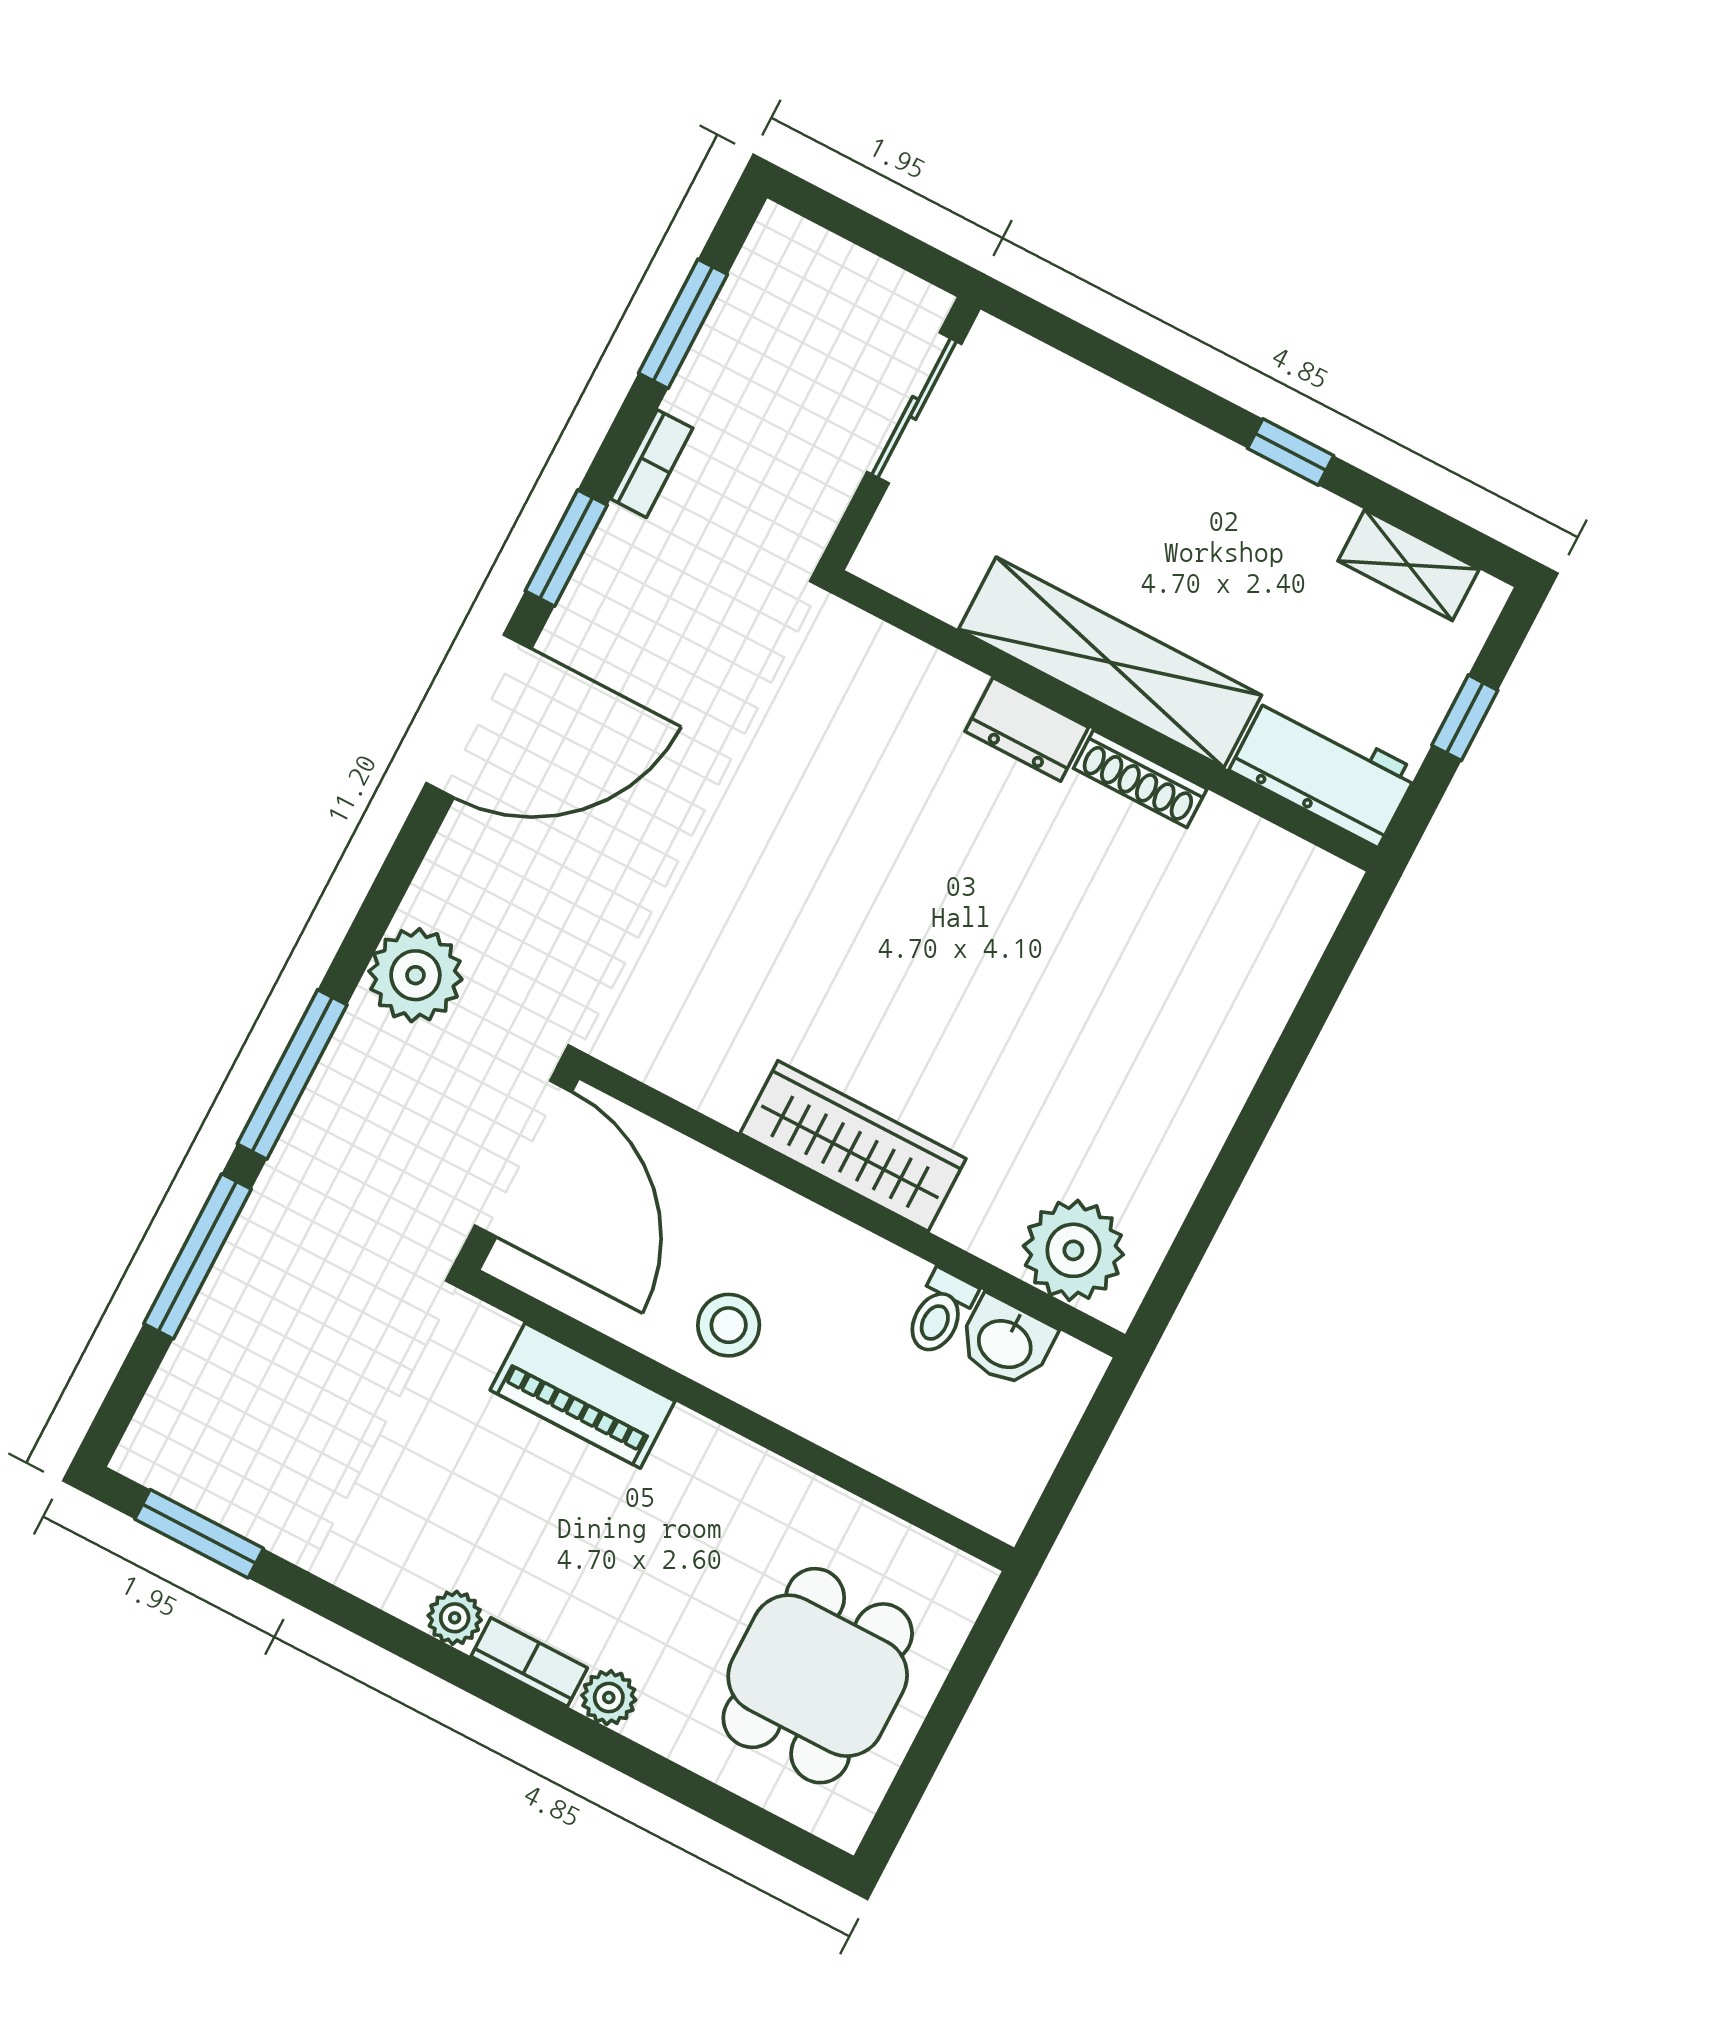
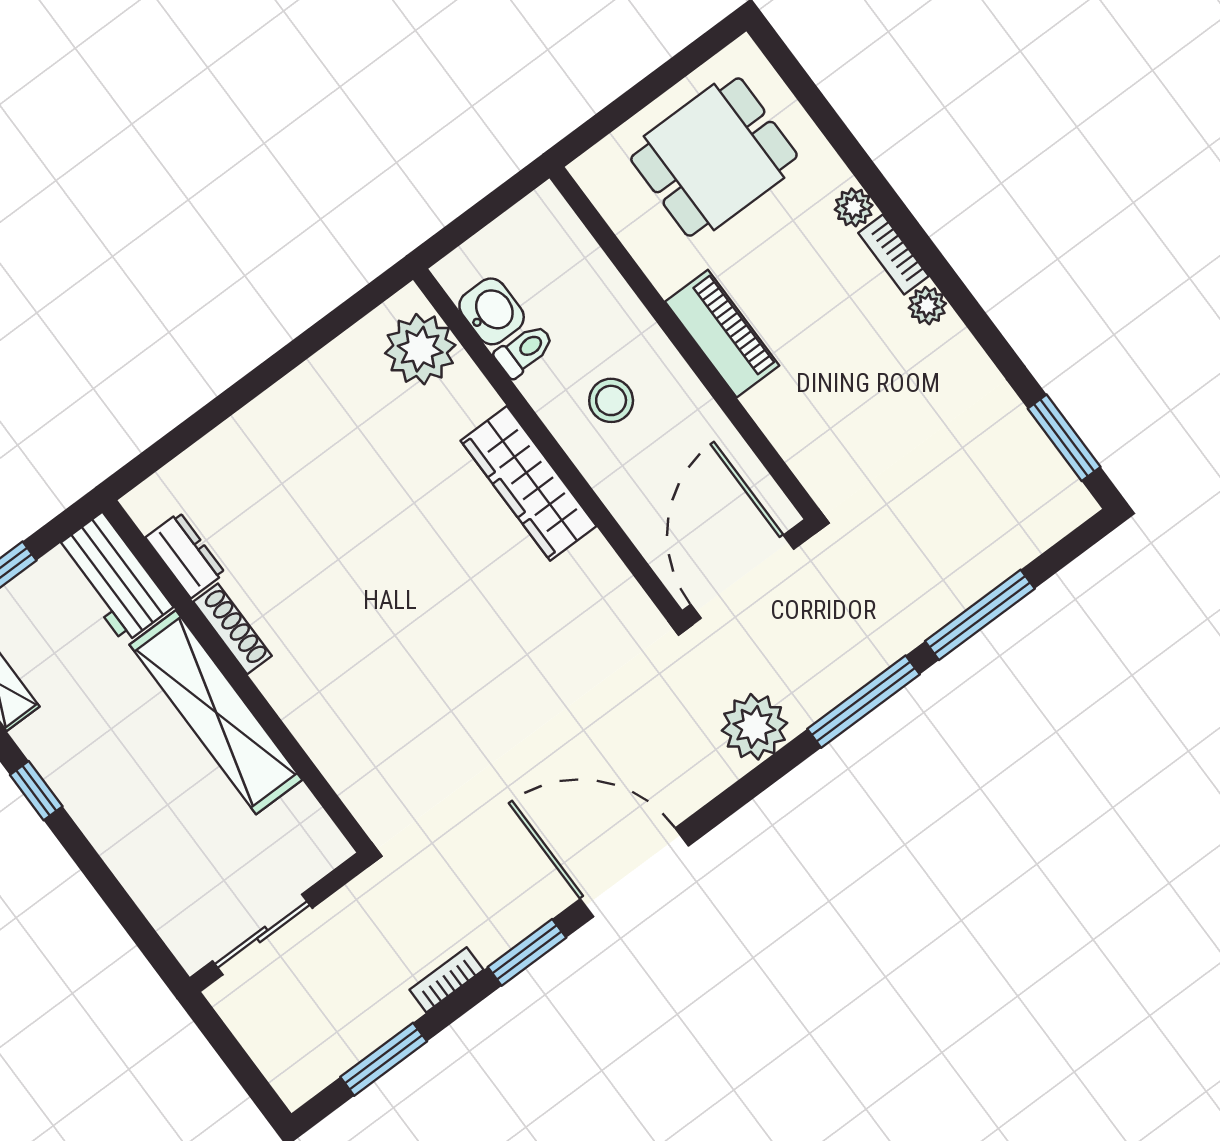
dresser: (1027, 729) -> (185, 555), moved
stool: (729, 1325) -> (611, 400), moved
piano: (583, 1396) -> (722, 334), moved

